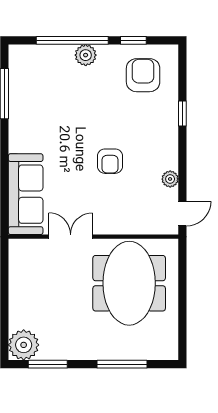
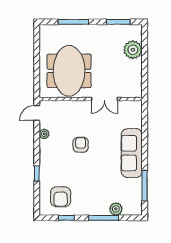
window: (72, 40) -> (103, 218), width x0.68
plant: (86, 55) -> (116, 209), moved
sofa: (26, 194) -> (132, 153), moved
plant: (24, 345) -> (133, 50), moved

